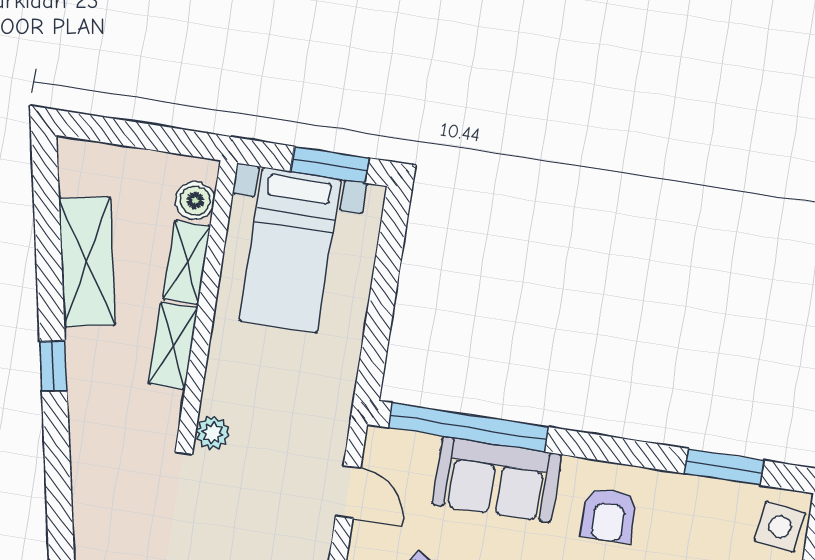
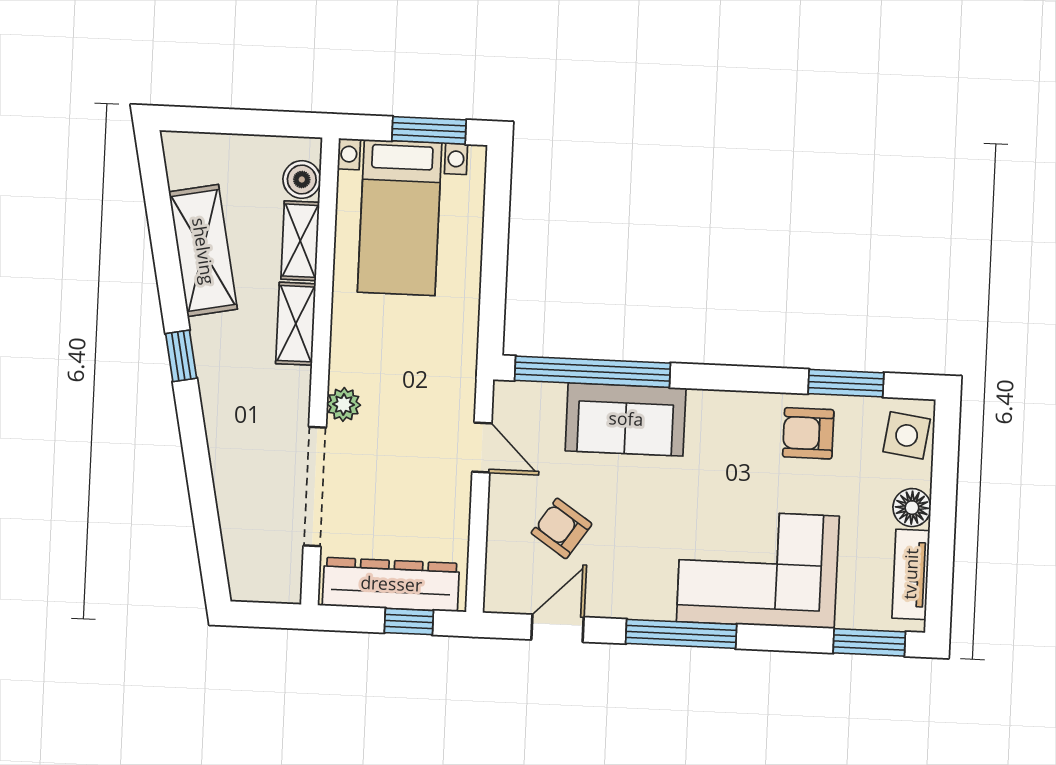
armchair: (609, 515) -> (808, 433), moved, turned 90

